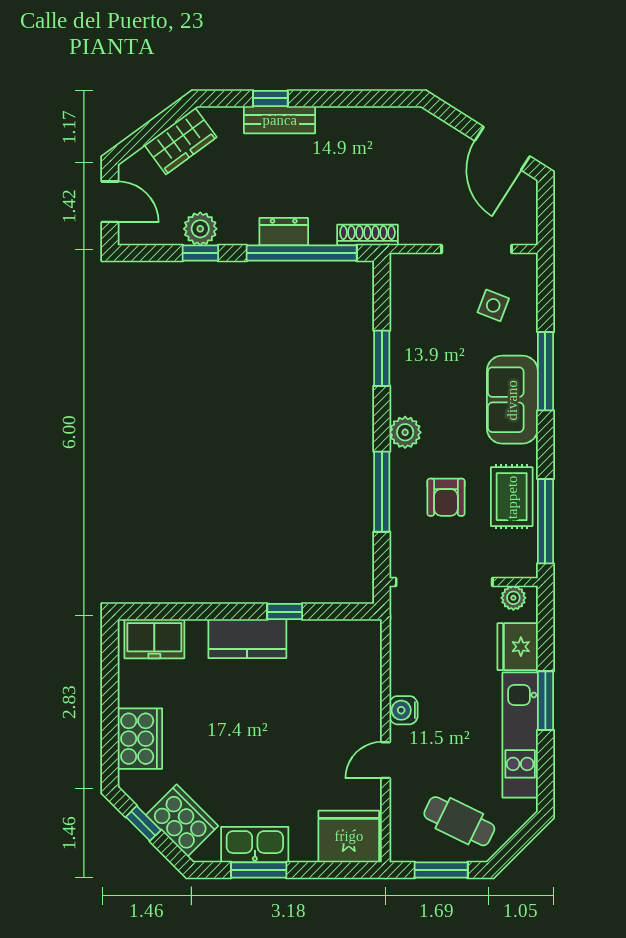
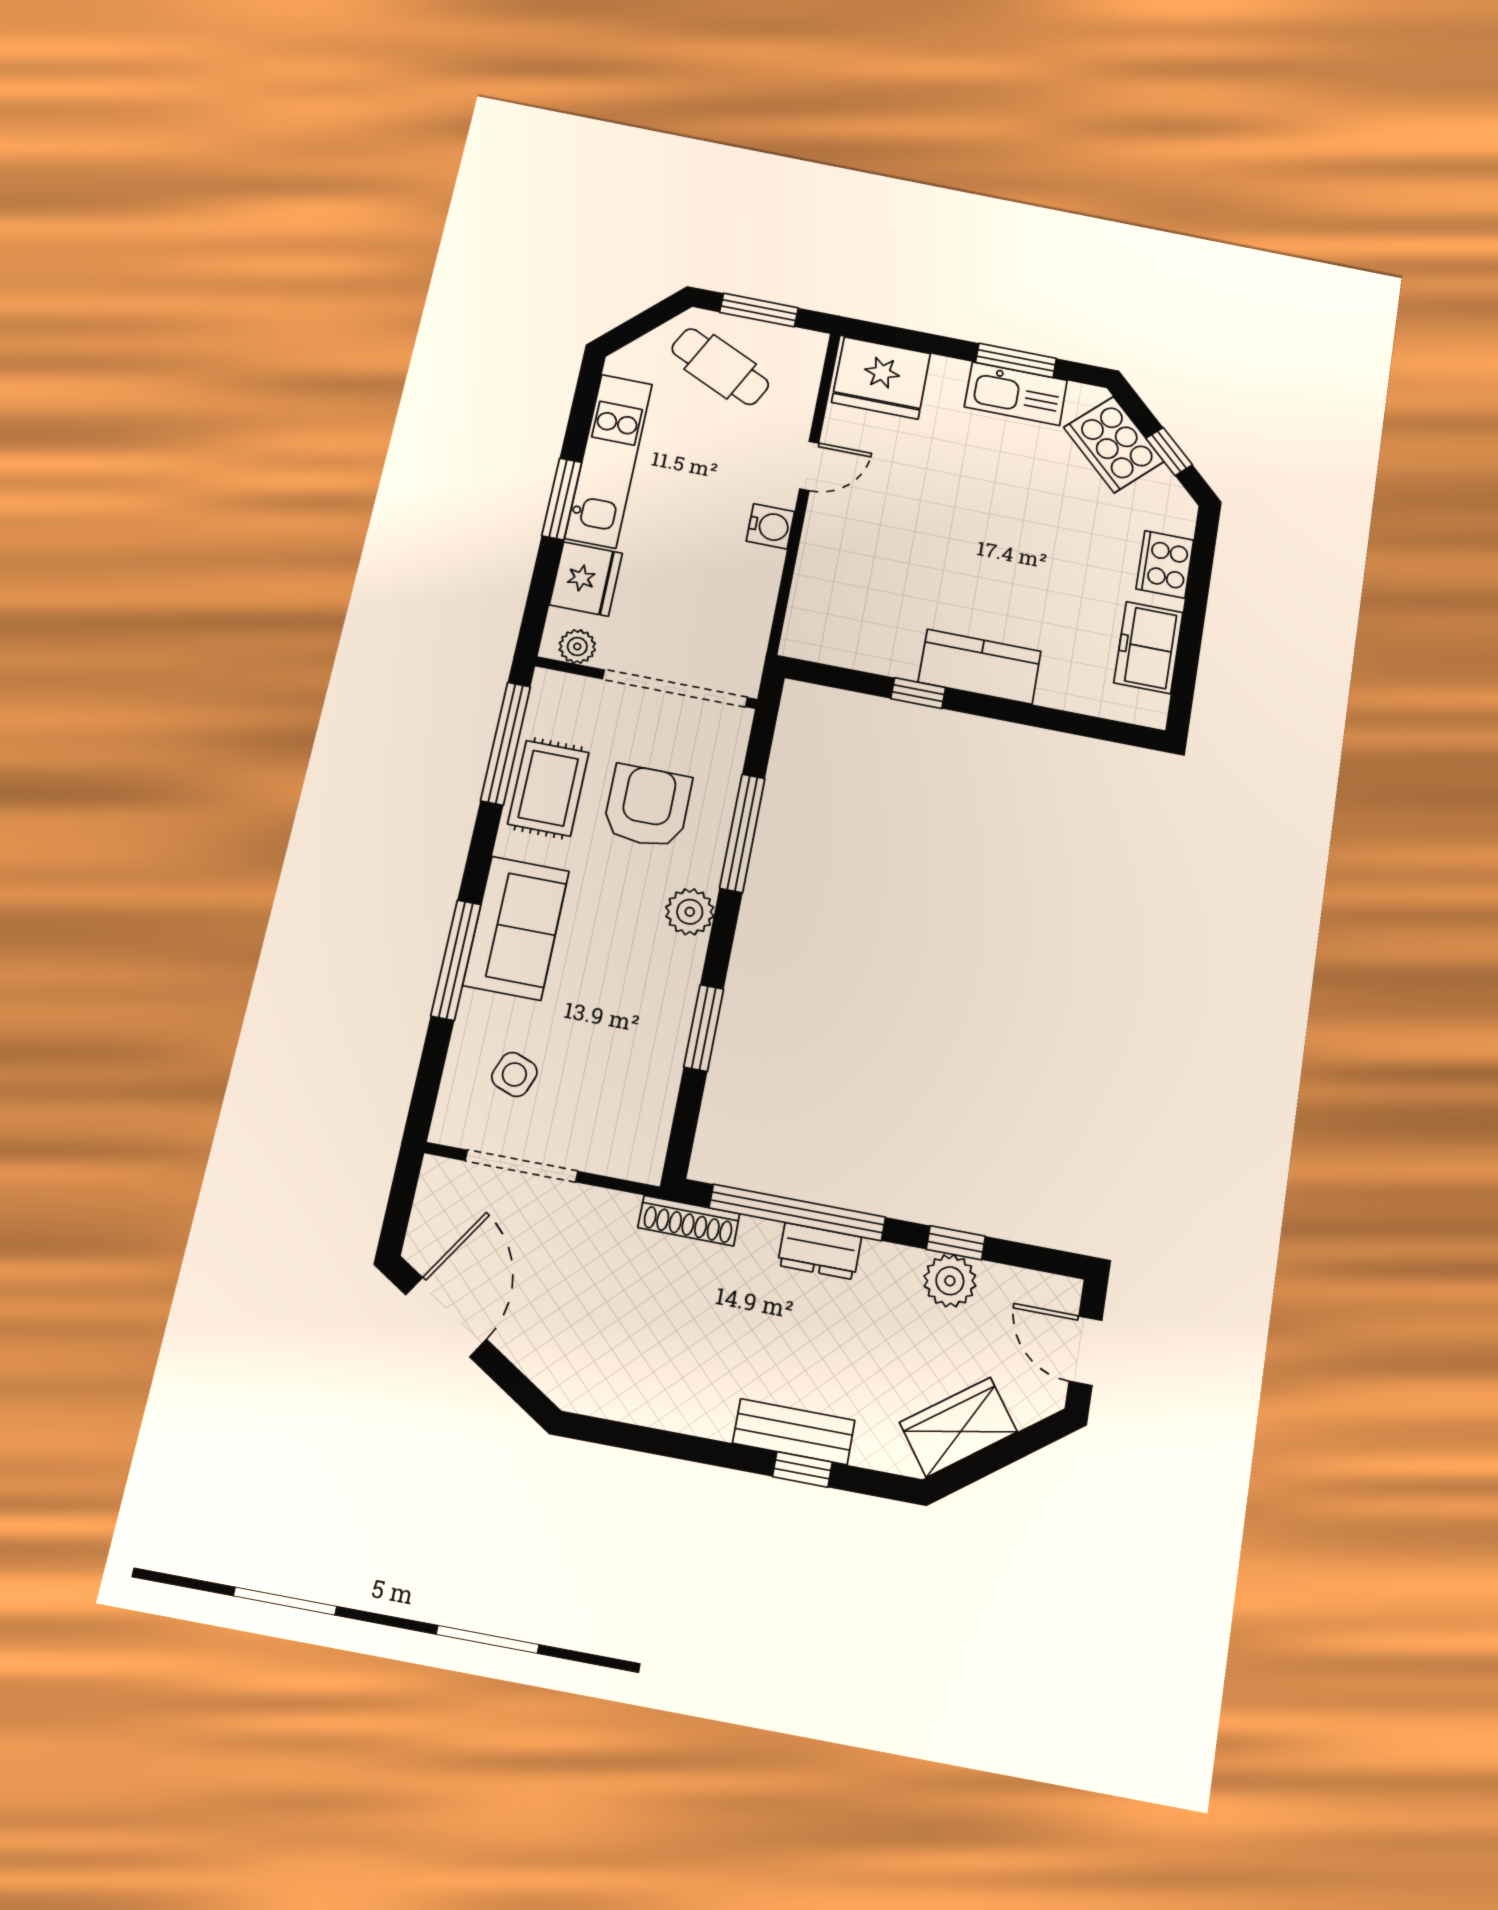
armchair: (446, 497) -> (647, 806), width x1.38, depth x1.38
freezer: (154, 639) -> (1148, 648), moved, turned -90
cooker: (140, 739) -> (1165, 564), width x0.73, depth x0.76

